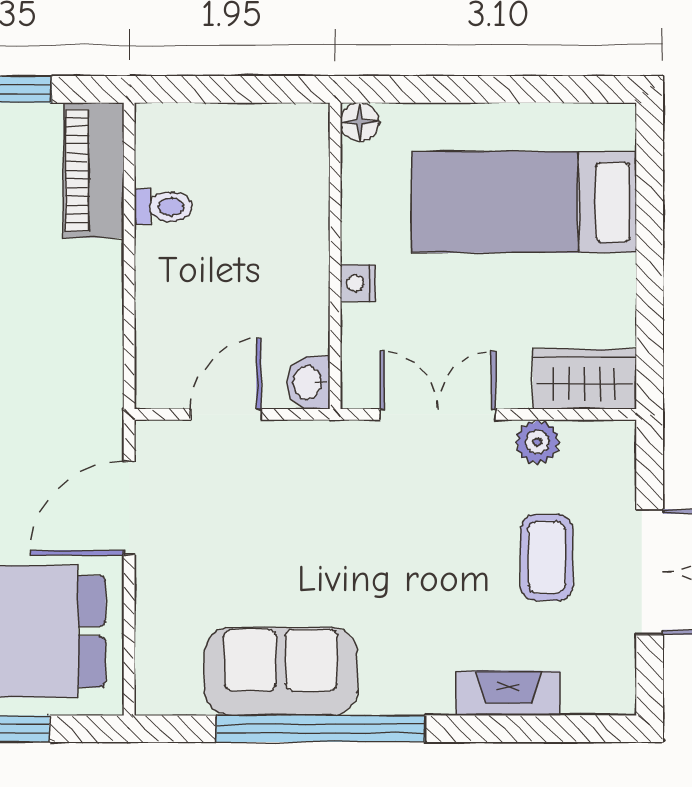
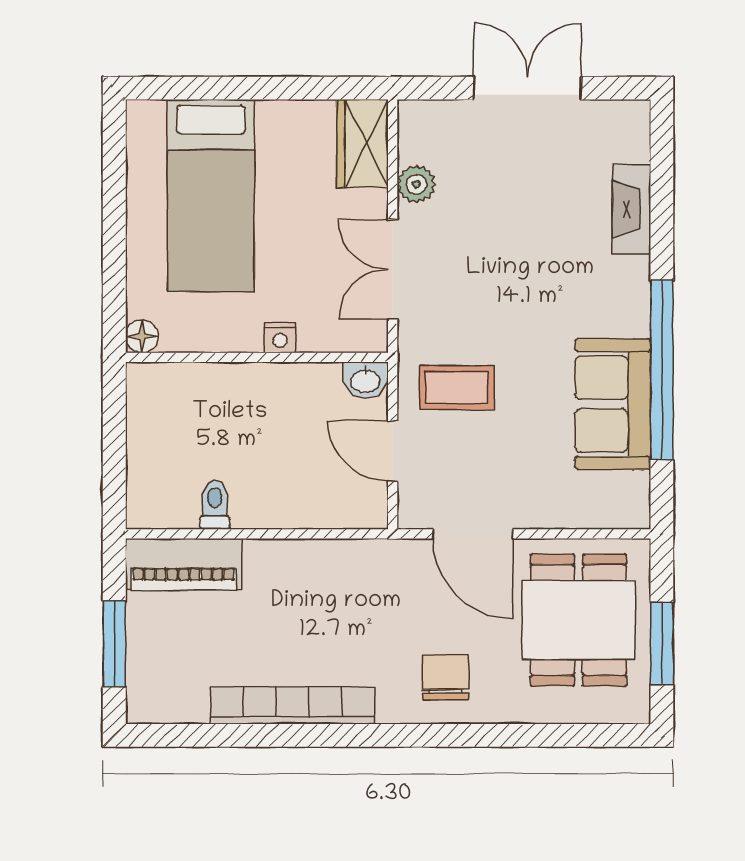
coffee table: (547, 557) -> (457, 388), moved

